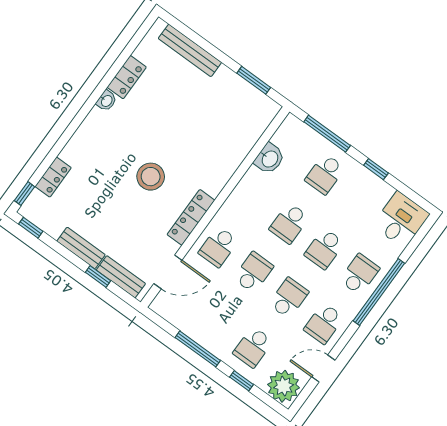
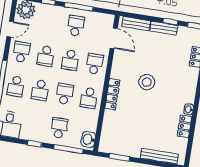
washbasin: (269, 159) -> (88, 139), moved
school desk: (254, 198) -> (89, 98), added
locker: (191, 217) -> (112, 94), moved
school desk: (324, 249) -> (40, 90), turned 180
door: (168, 272) -> (114, 38), swing flipped
window: (98, 277) -> (170, 22), moved
school desk: (253, 347) -> (76, 26), moved

